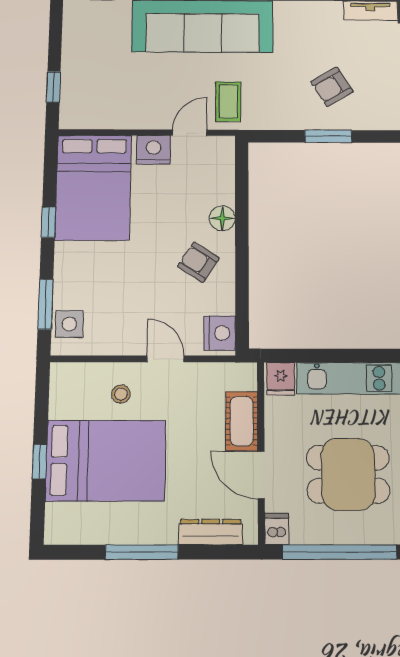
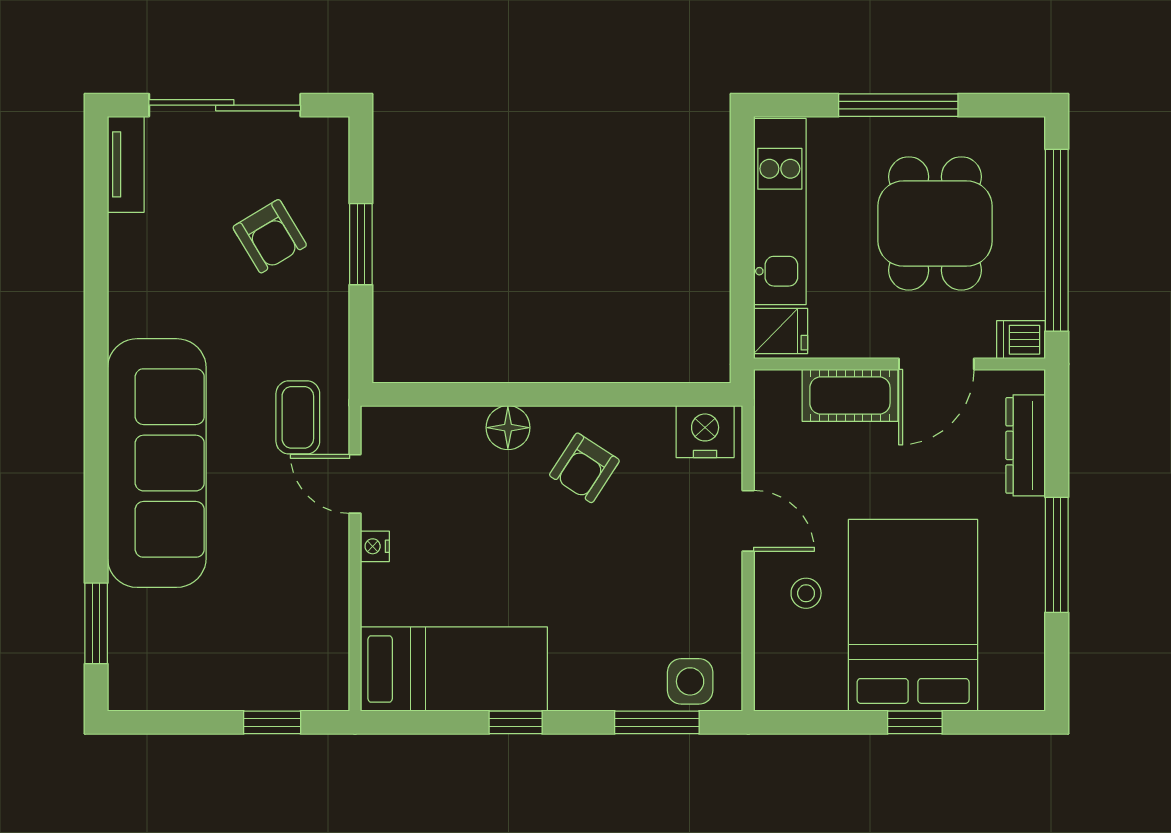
coffee table: (228, 102) -> (298, 417), turned 90
nightstand: (153, 150) -> (375, 546), width x0.53, depth x0.56
bed: (93, 187) -> (454, 669), width x0.67
door: (166, 359) -> (748, 521), swing flipped

